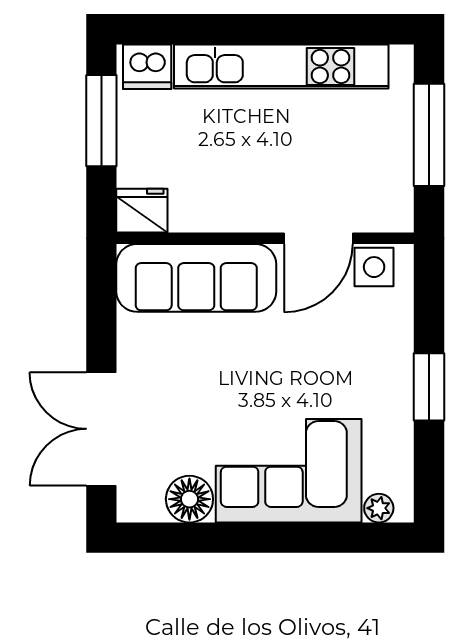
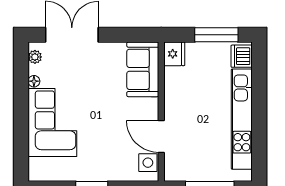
sofa: (196, 278) -> (143, 69), width x0.73
floor lamp: (189, 499) -> (34, 81), width x0.53, depth x0.53
plant: (379, 508) -> (35, 57), moved

